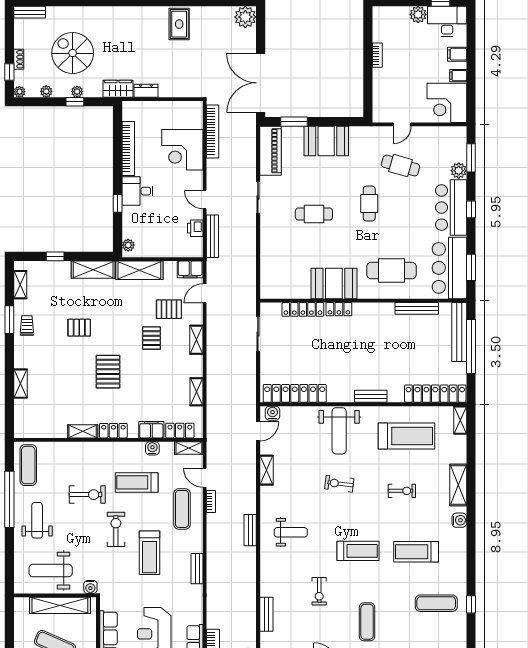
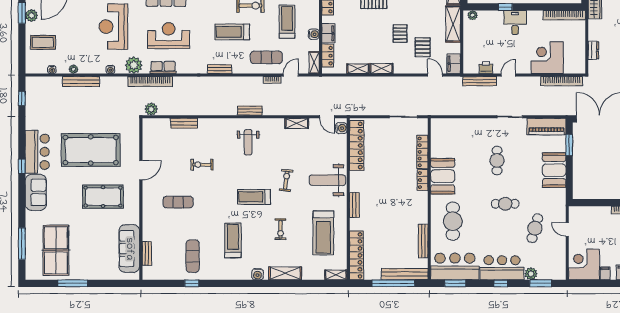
dresser: (146, 91) -> (593, 50), moved
bookcase: (128, 148) -> (564, 15), moved
pallet: (152, 338) -> (400, 34), turned 90
shelving: (196, 340) -> (381, 69), moved
treadmill: (358, 551) -> (254, 197), moved, turned 90

